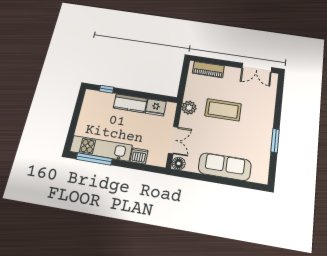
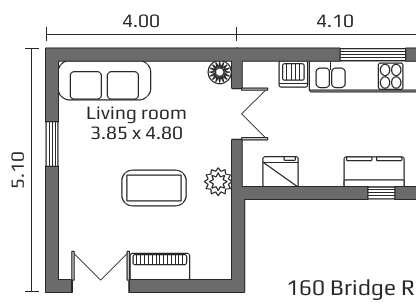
piano: (208, 70) -> (160, 267), moved
kitchen counter: (130, 103) -> (374, 172), moved
double door: (173, 140) -> (237, 114), swing flipped
sofa: (225, 167) -> (104, 80), moved

